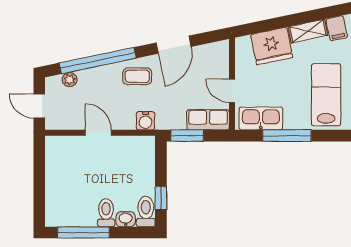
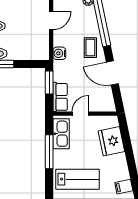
shelving: (308, 31) -> (122, 167), removed

